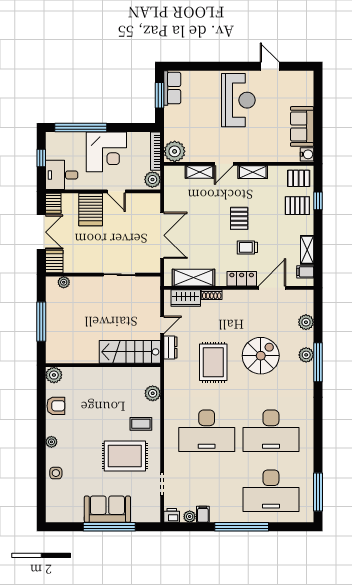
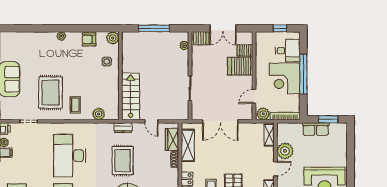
row of seats: (172, 88) -> (316, 129), moved
window: (81, 128) -> (303, 74), moved
plant: (175, 151) -> (285, 151), moved
door: (224, 164) -> (275, 169), swing flipped
shelving: (200, 172) -> (269, 135), moved
desk: (62, 175) -> (288, 51), moved, turned 90
door: (116, 191) -> (254, 96), moved
server rack: (53, 203) -> (245, 50), moved
dresser: (170, 347) -> (123, 128), moved
rug: (213, 362) -> (123, 161), turned 90
armchair: (56, 406) -> (89, 39), turned 90
side table: (56, 473) -> (107, 62), moved

